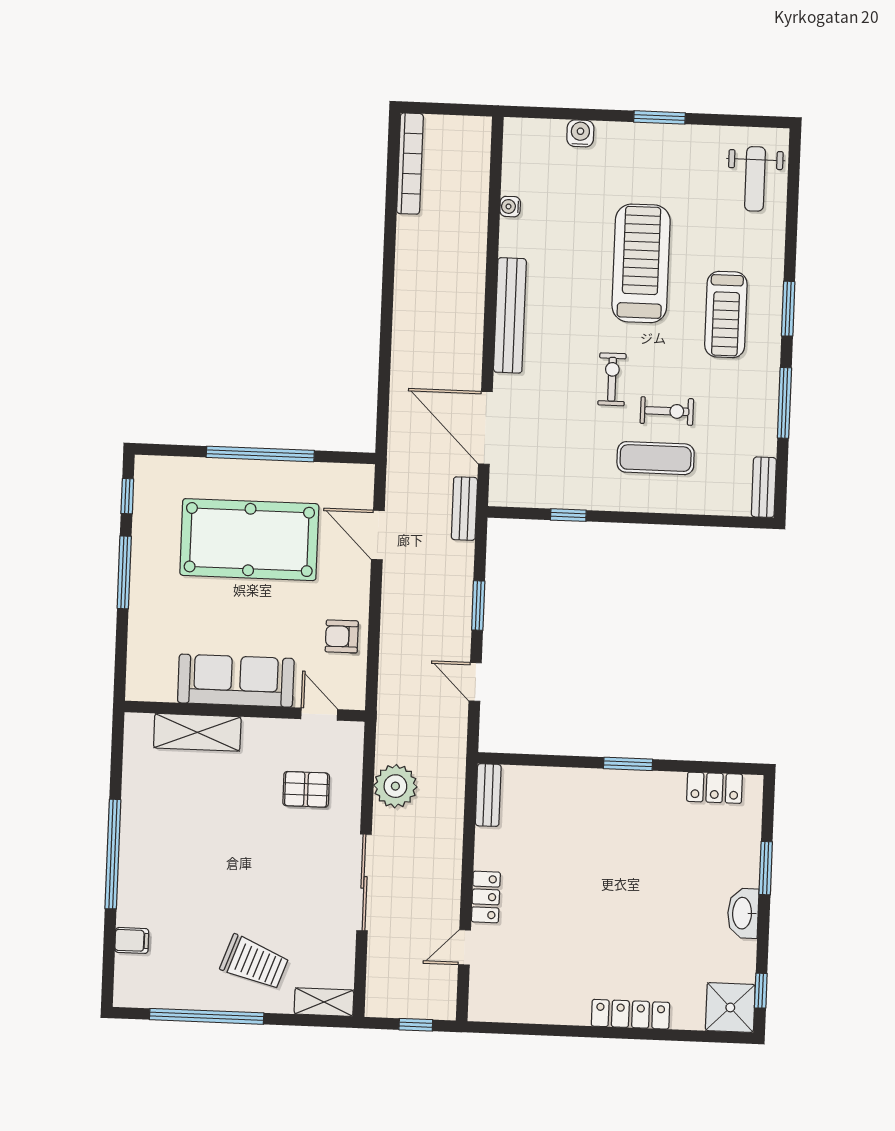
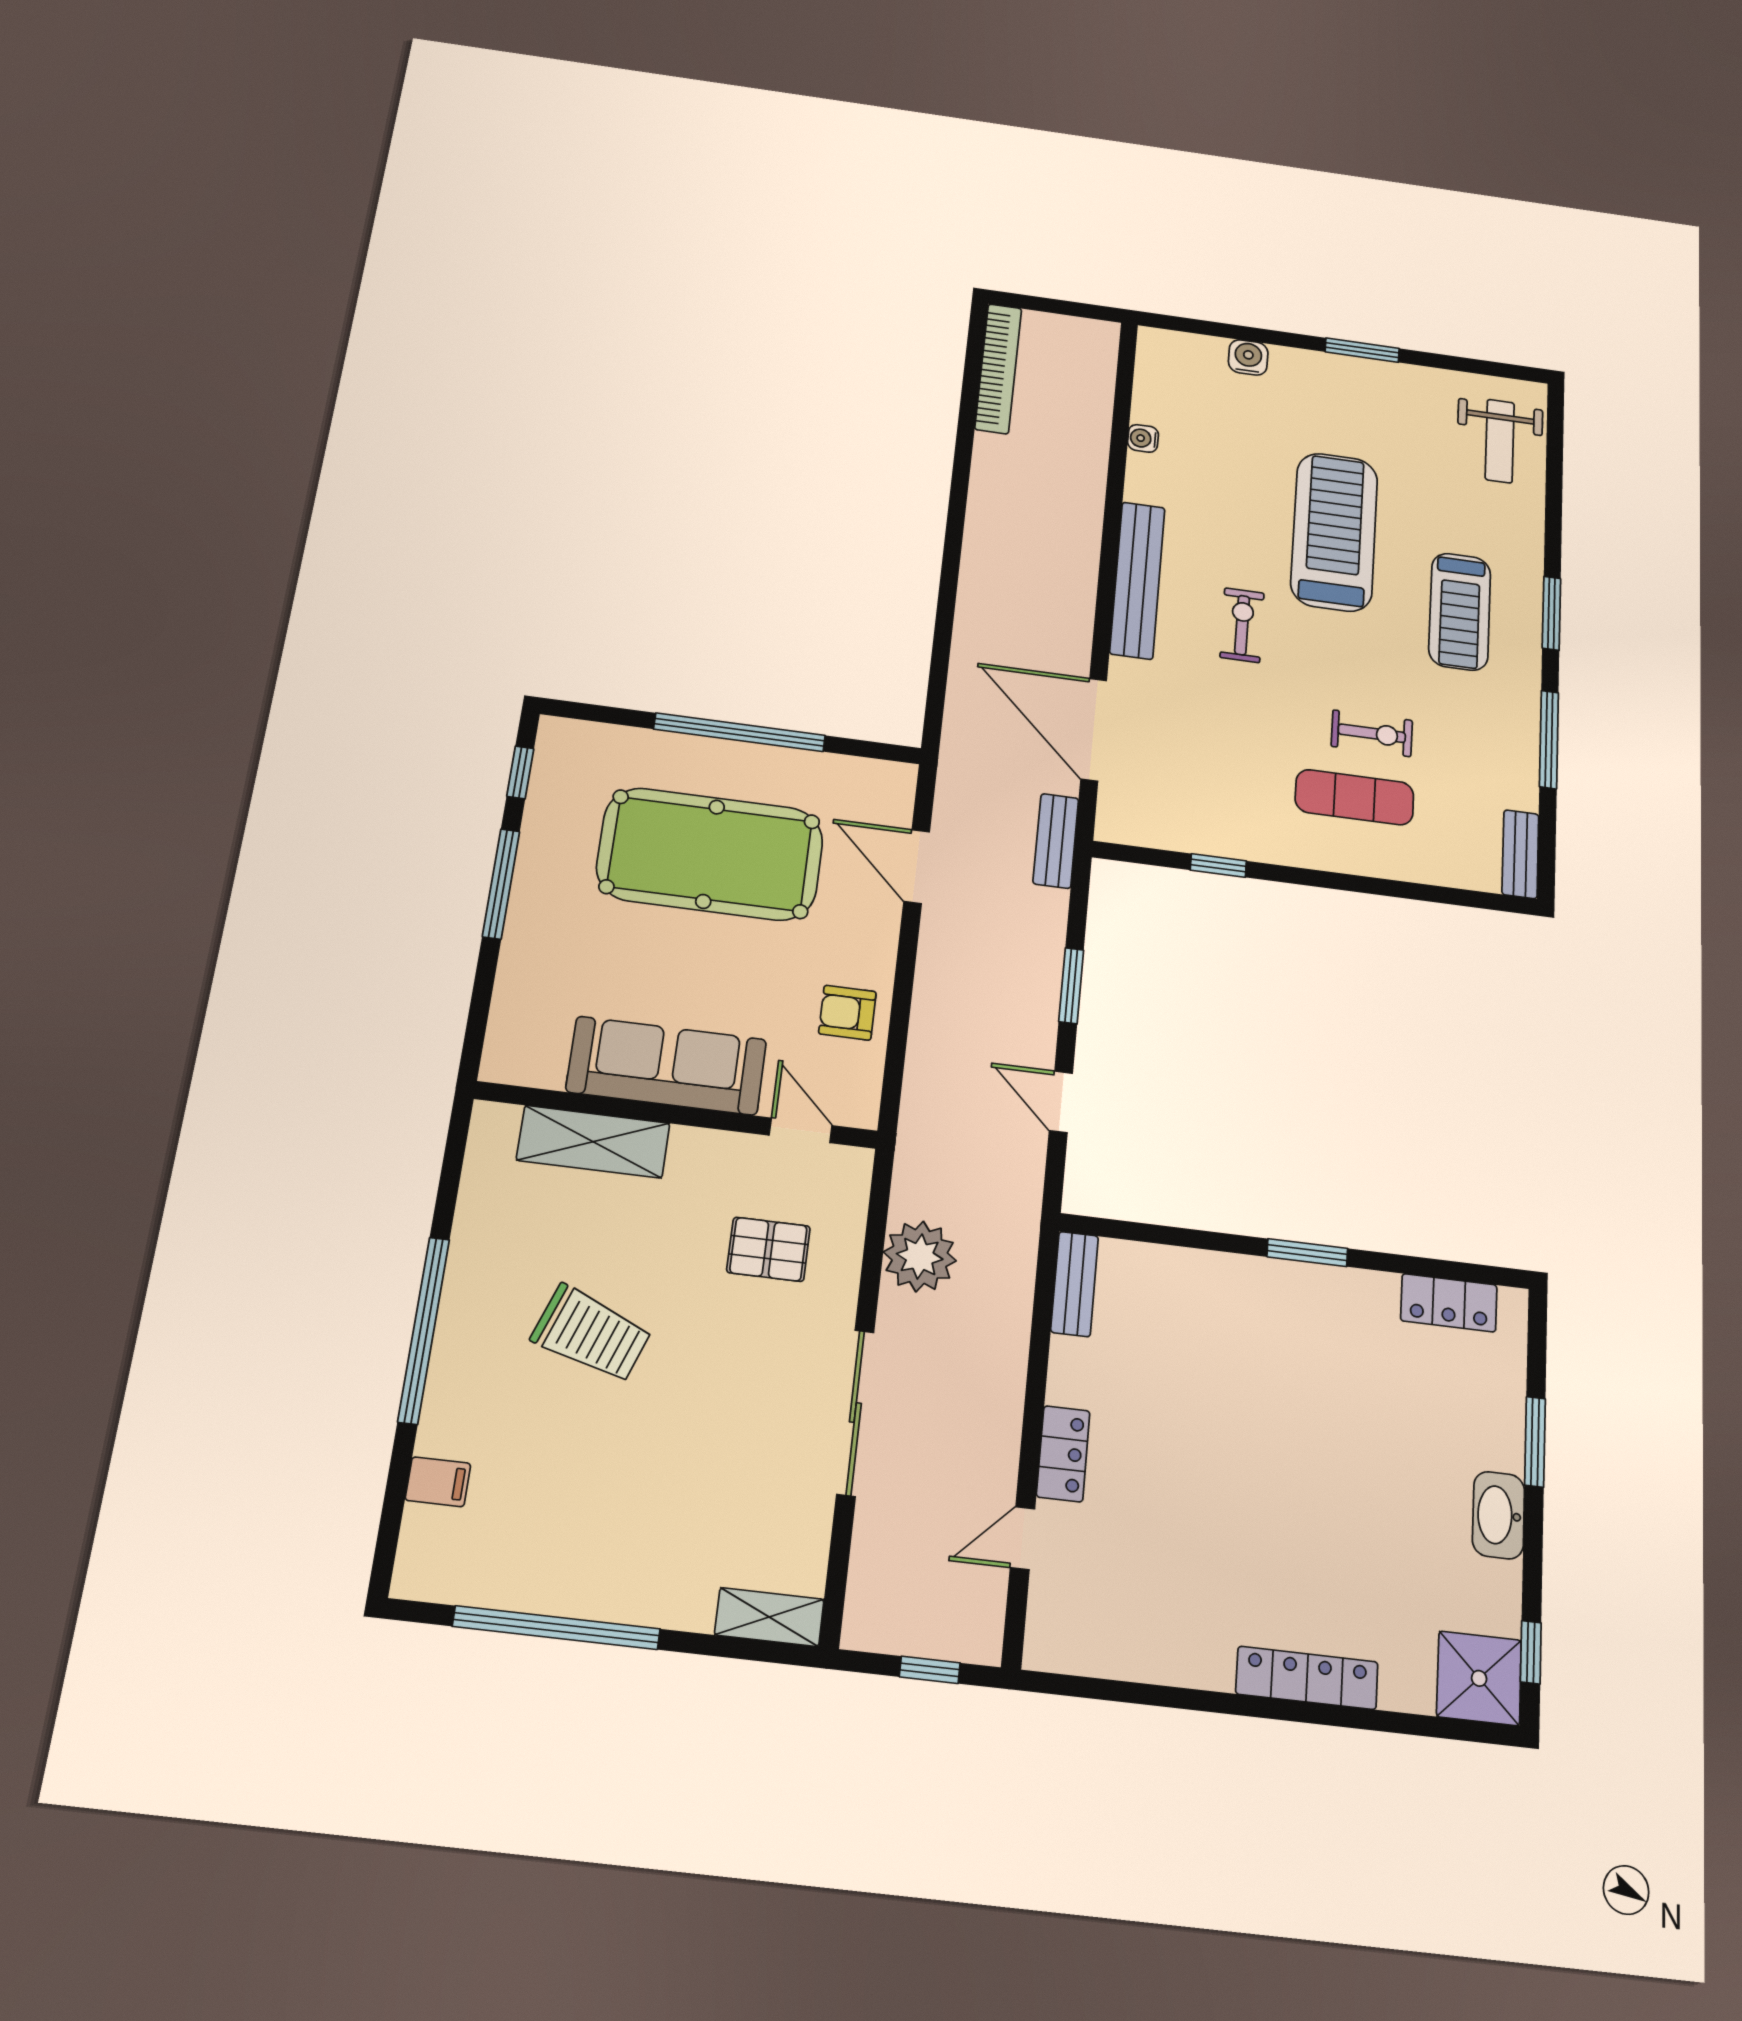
exercise bike: (612, 379) -> (1242, 625), moved
trolley: (254, 962) -> (591, 1334), moved

